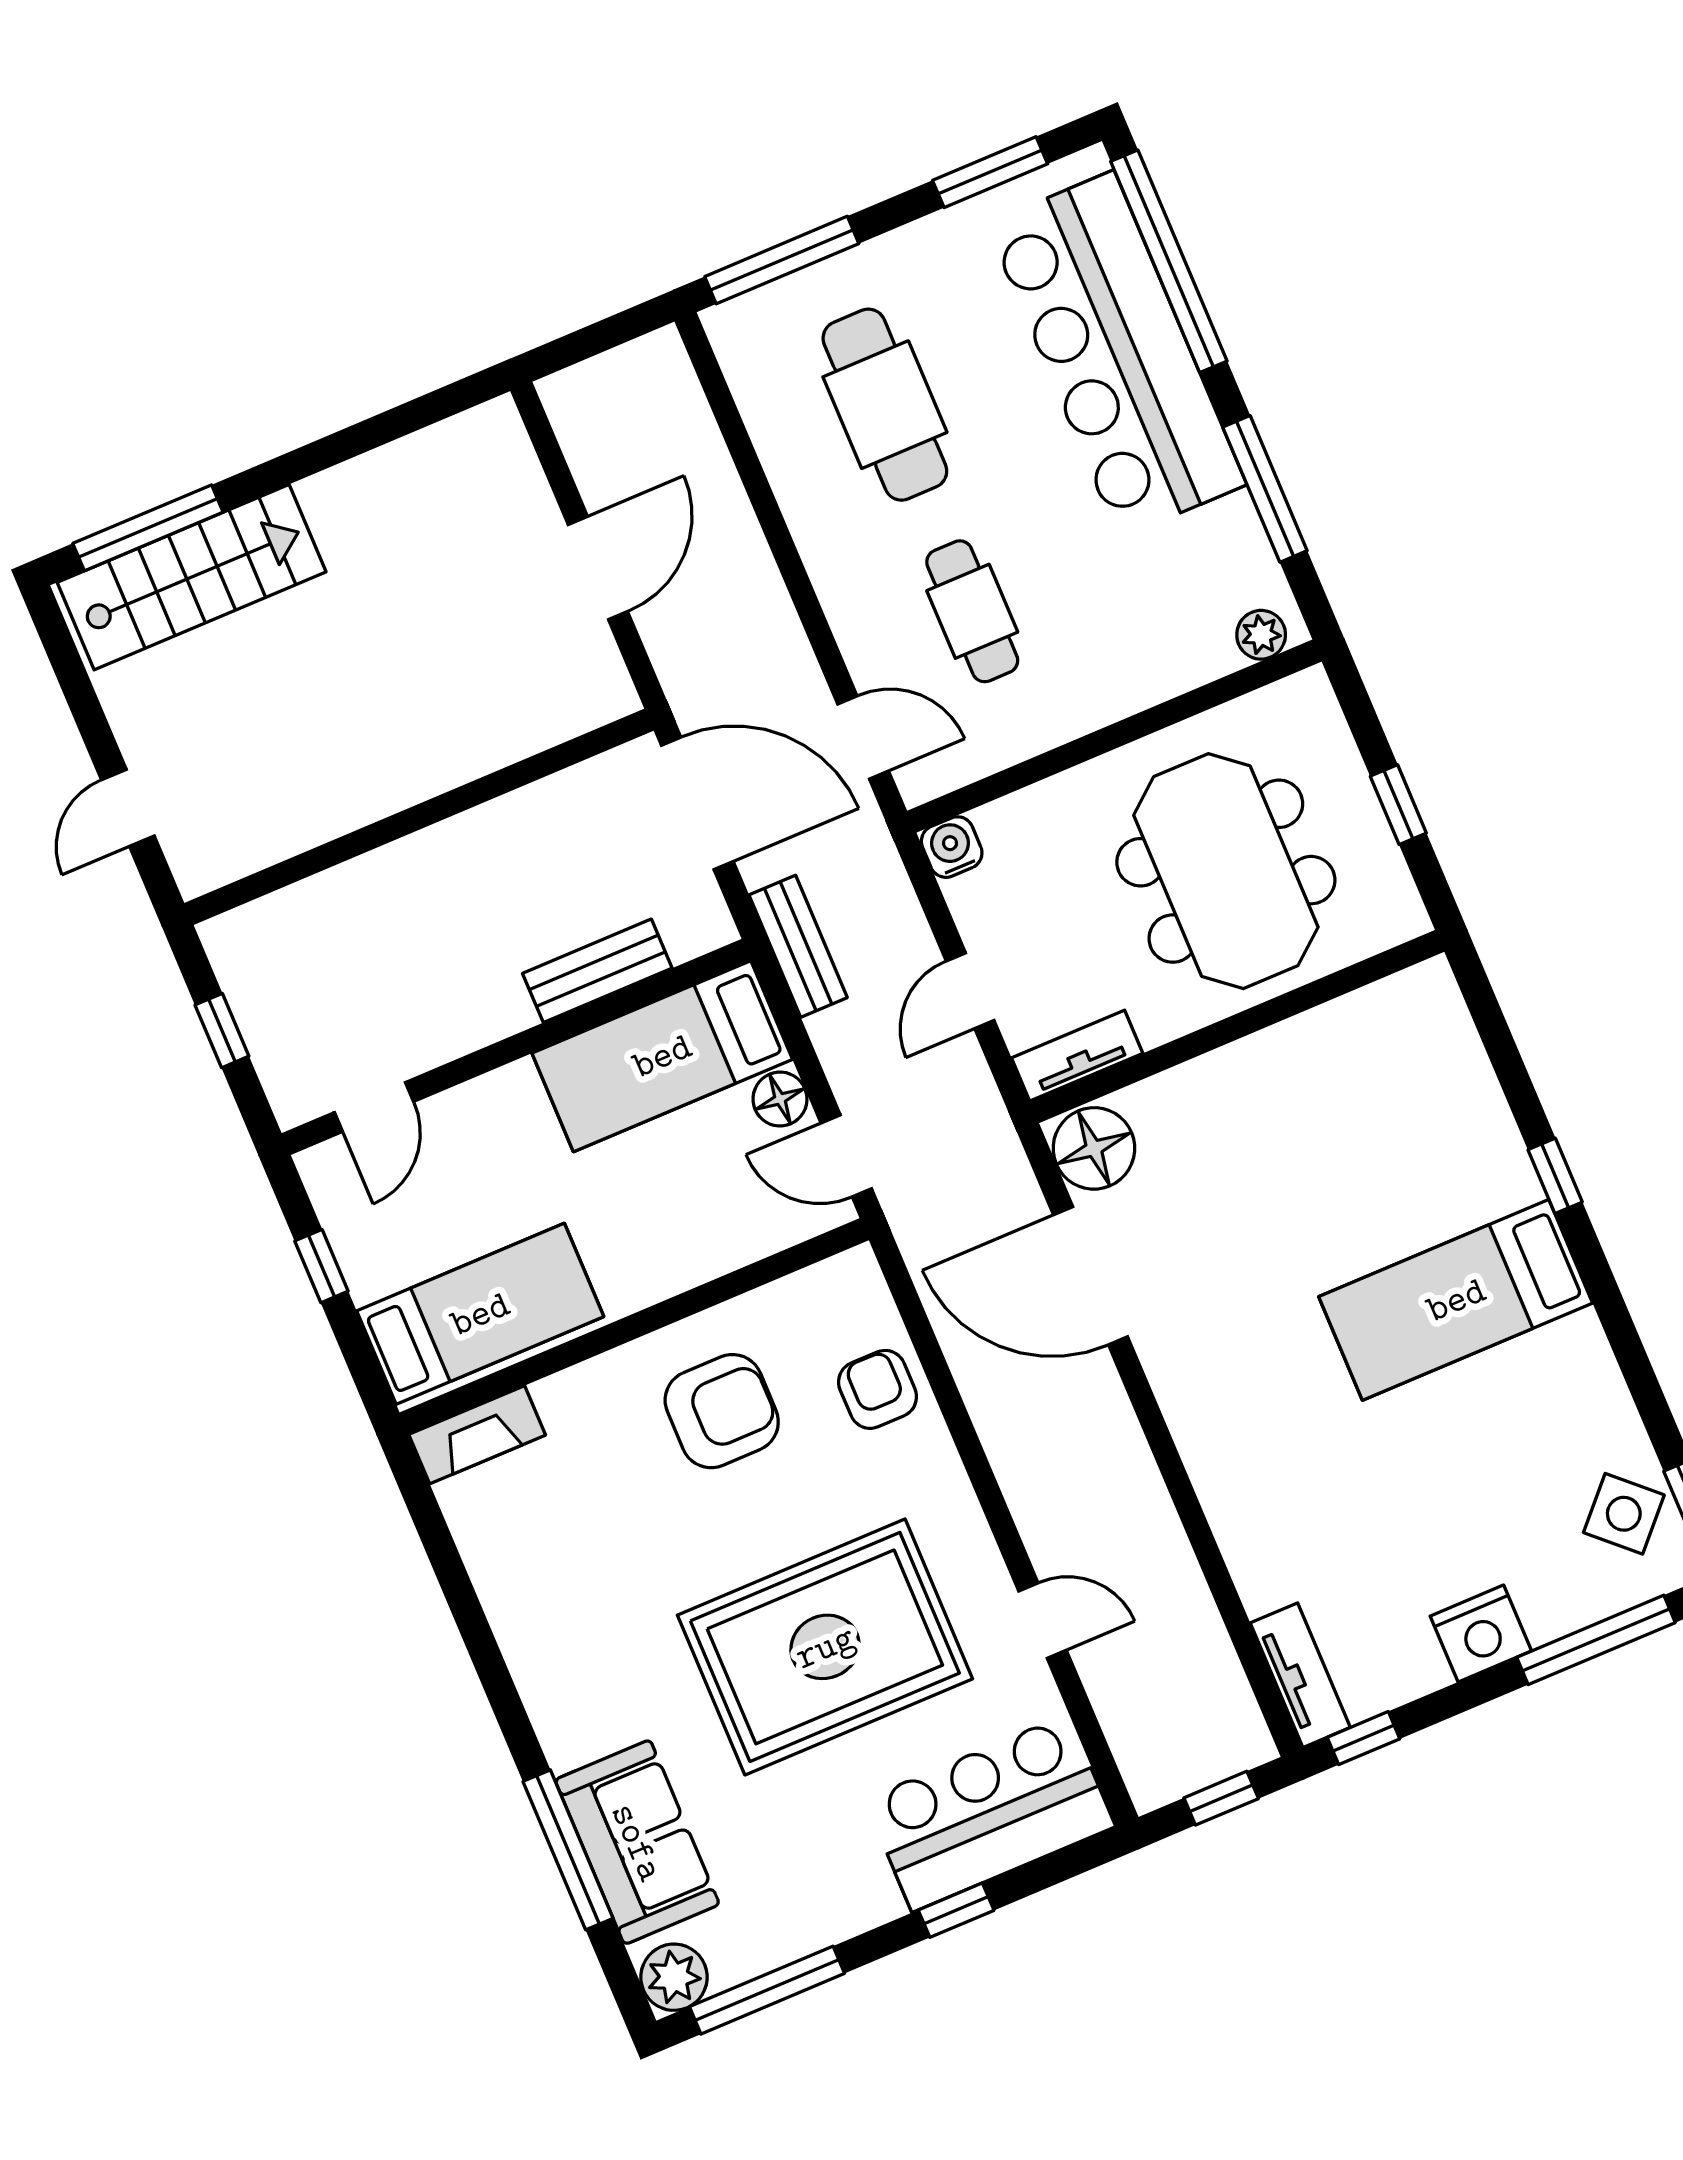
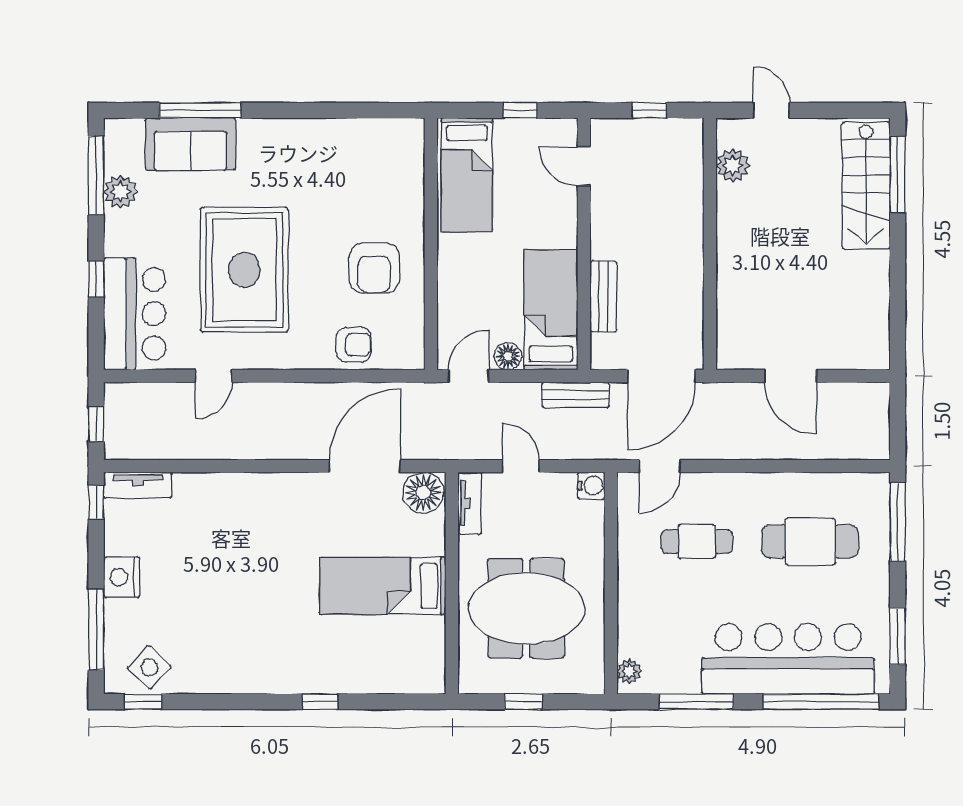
plant: (258, 836) -> (733, 166), added
bed: (1456, 1300) -> (383, 586), moved, turned -90
fireplace: (477, 1435) -> (411, 150), removed
plant: (674, 1977) -> (120, 192), moved

